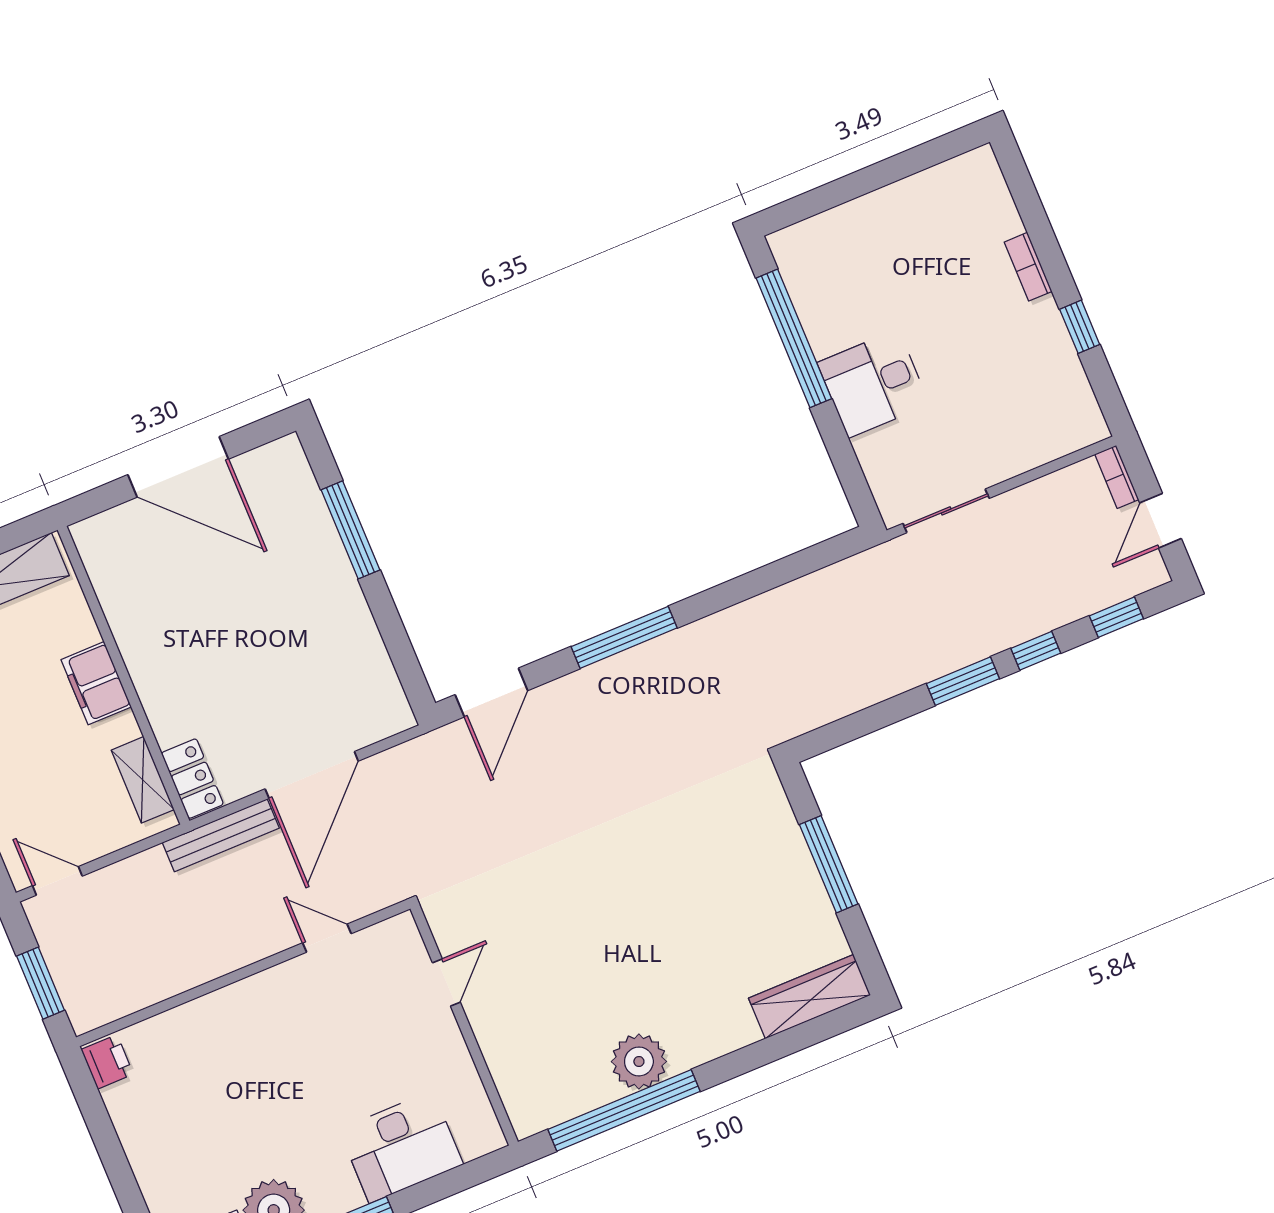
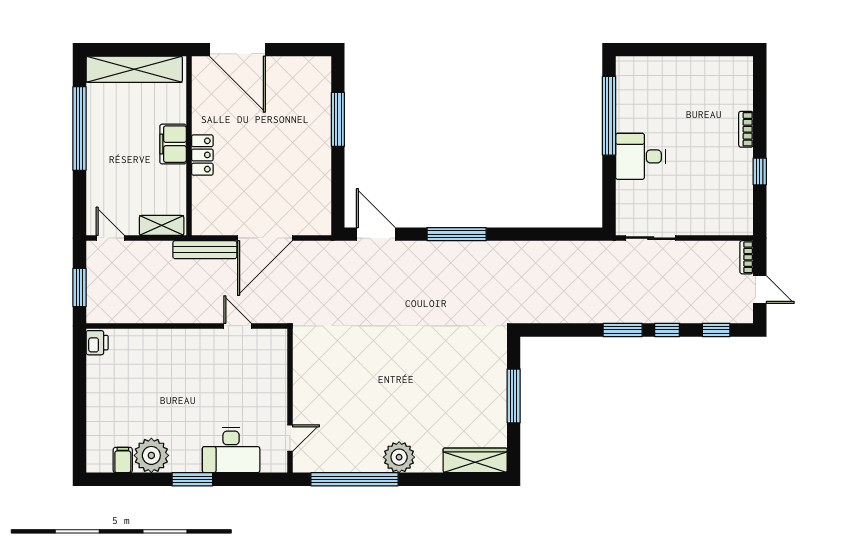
door: (178, 467) -> (237, 50), moved
door: (1160, 521) -> (760, 289), swing flipped
door: (491, 693) -> (376, 234), swing flipped
locker: (192, 779) -> (202, 155), moved
shelving: (143, 780) -> (162, 225), moved, turned 90
door: (446, 983) -> (290, 438), moved
plant: (639, 1061) -> (399, 457), moved

